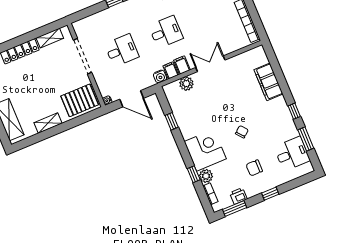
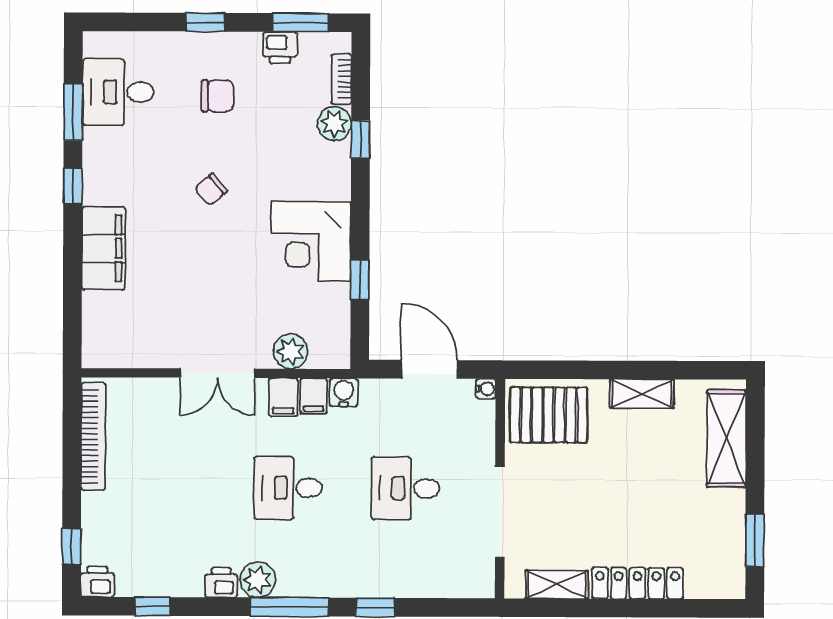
filing cabinet: (268, 82) -> (103, 248), moved
corner desk: (205, 150) -> (311, 241), moved

